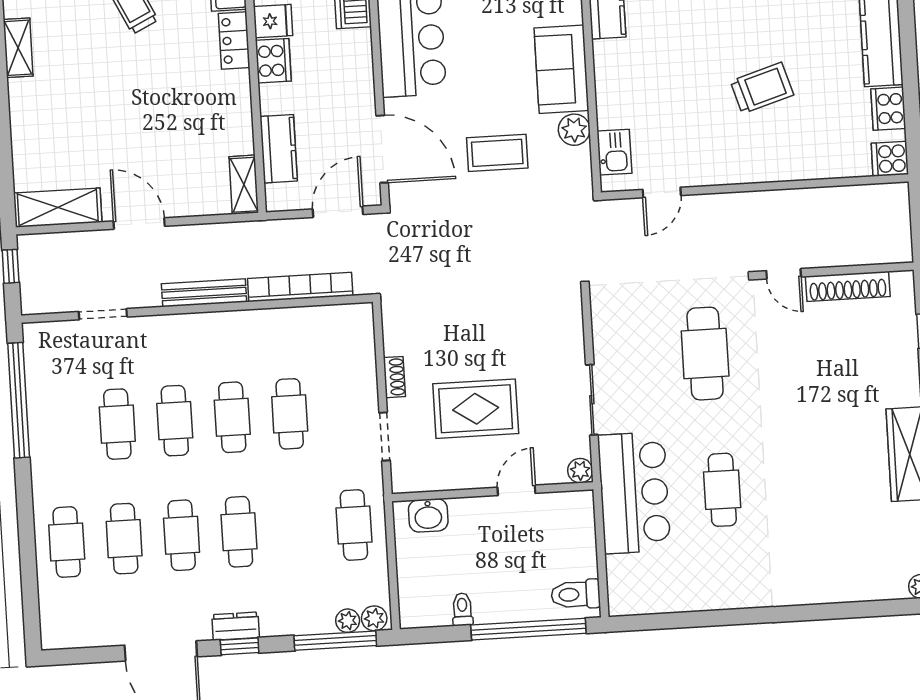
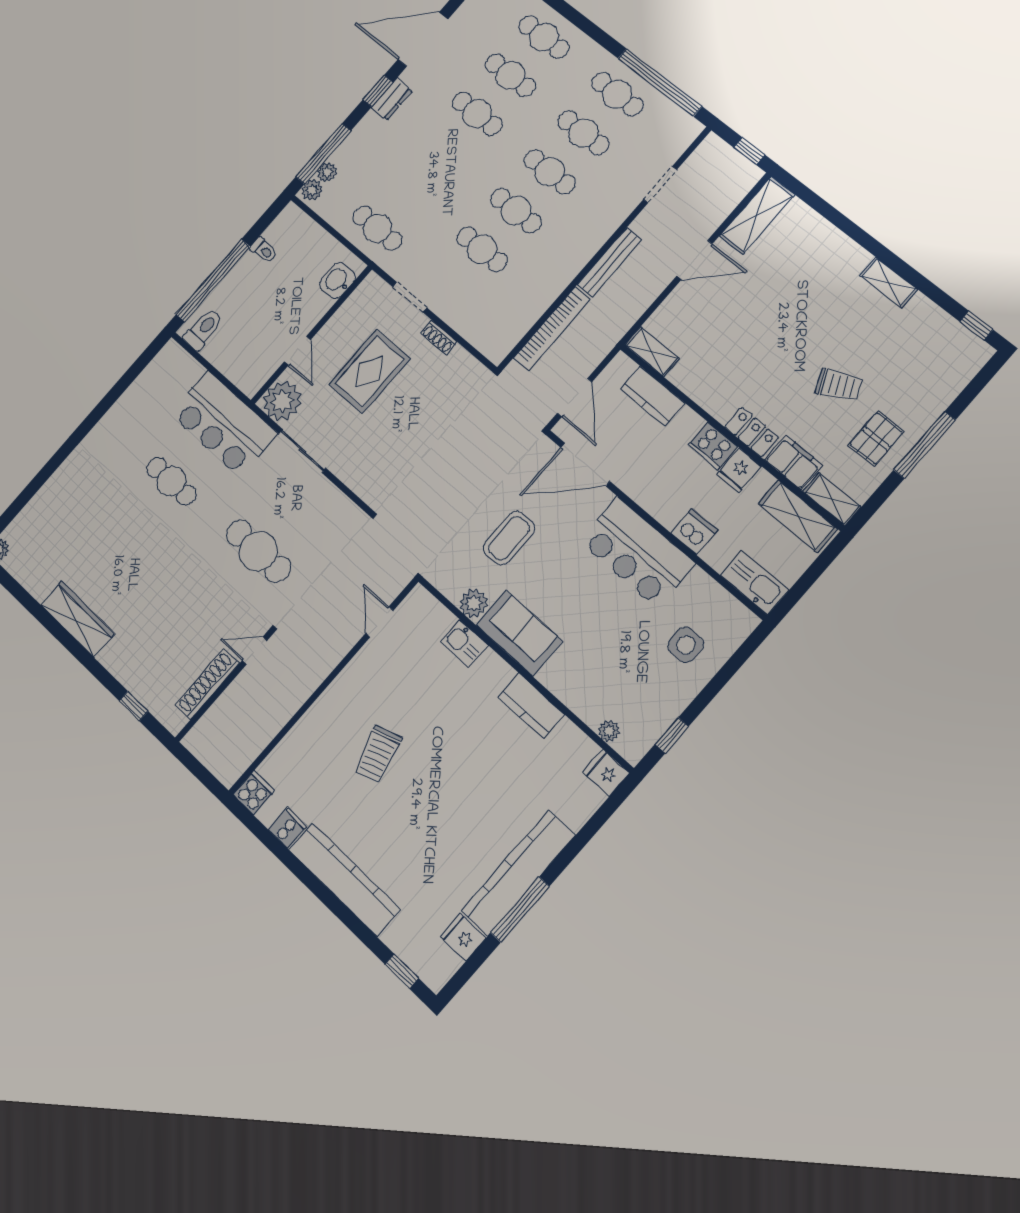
cooker: (888, 109) -> (288, 828), width x0.73
kitchen sink: (614, 152) -> (464, 644), moved
plant: (580, 471) -> (282, 401), width x1.87, depth x1.87
cafe table: (239, 532) -> (617, 94), moved

